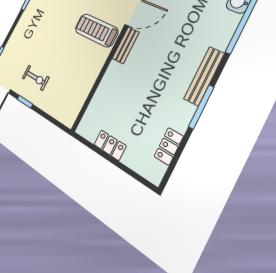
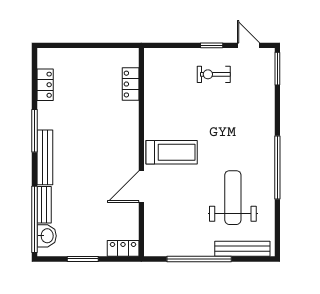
bench: (126, 45) -> (44, 205), moved
locker: (110, 145) -> (131, 84), moved, turned 90

